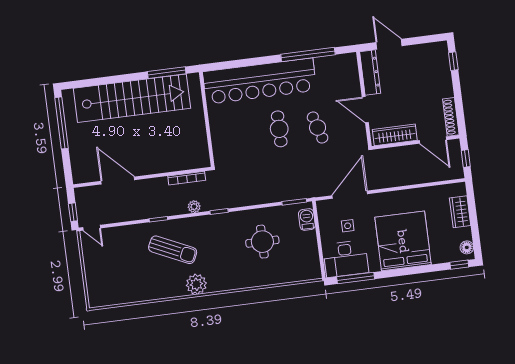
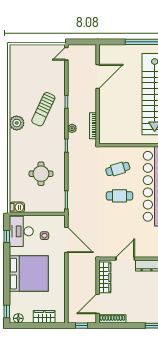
cafe table: (318, 128) -> (118, 169), moved
window: (73, 212) -> (79, 42), removed
barbecue: (307, 220) -> (17, 207), moved
window: (356, 278) -> (7, 237), width x0.46

